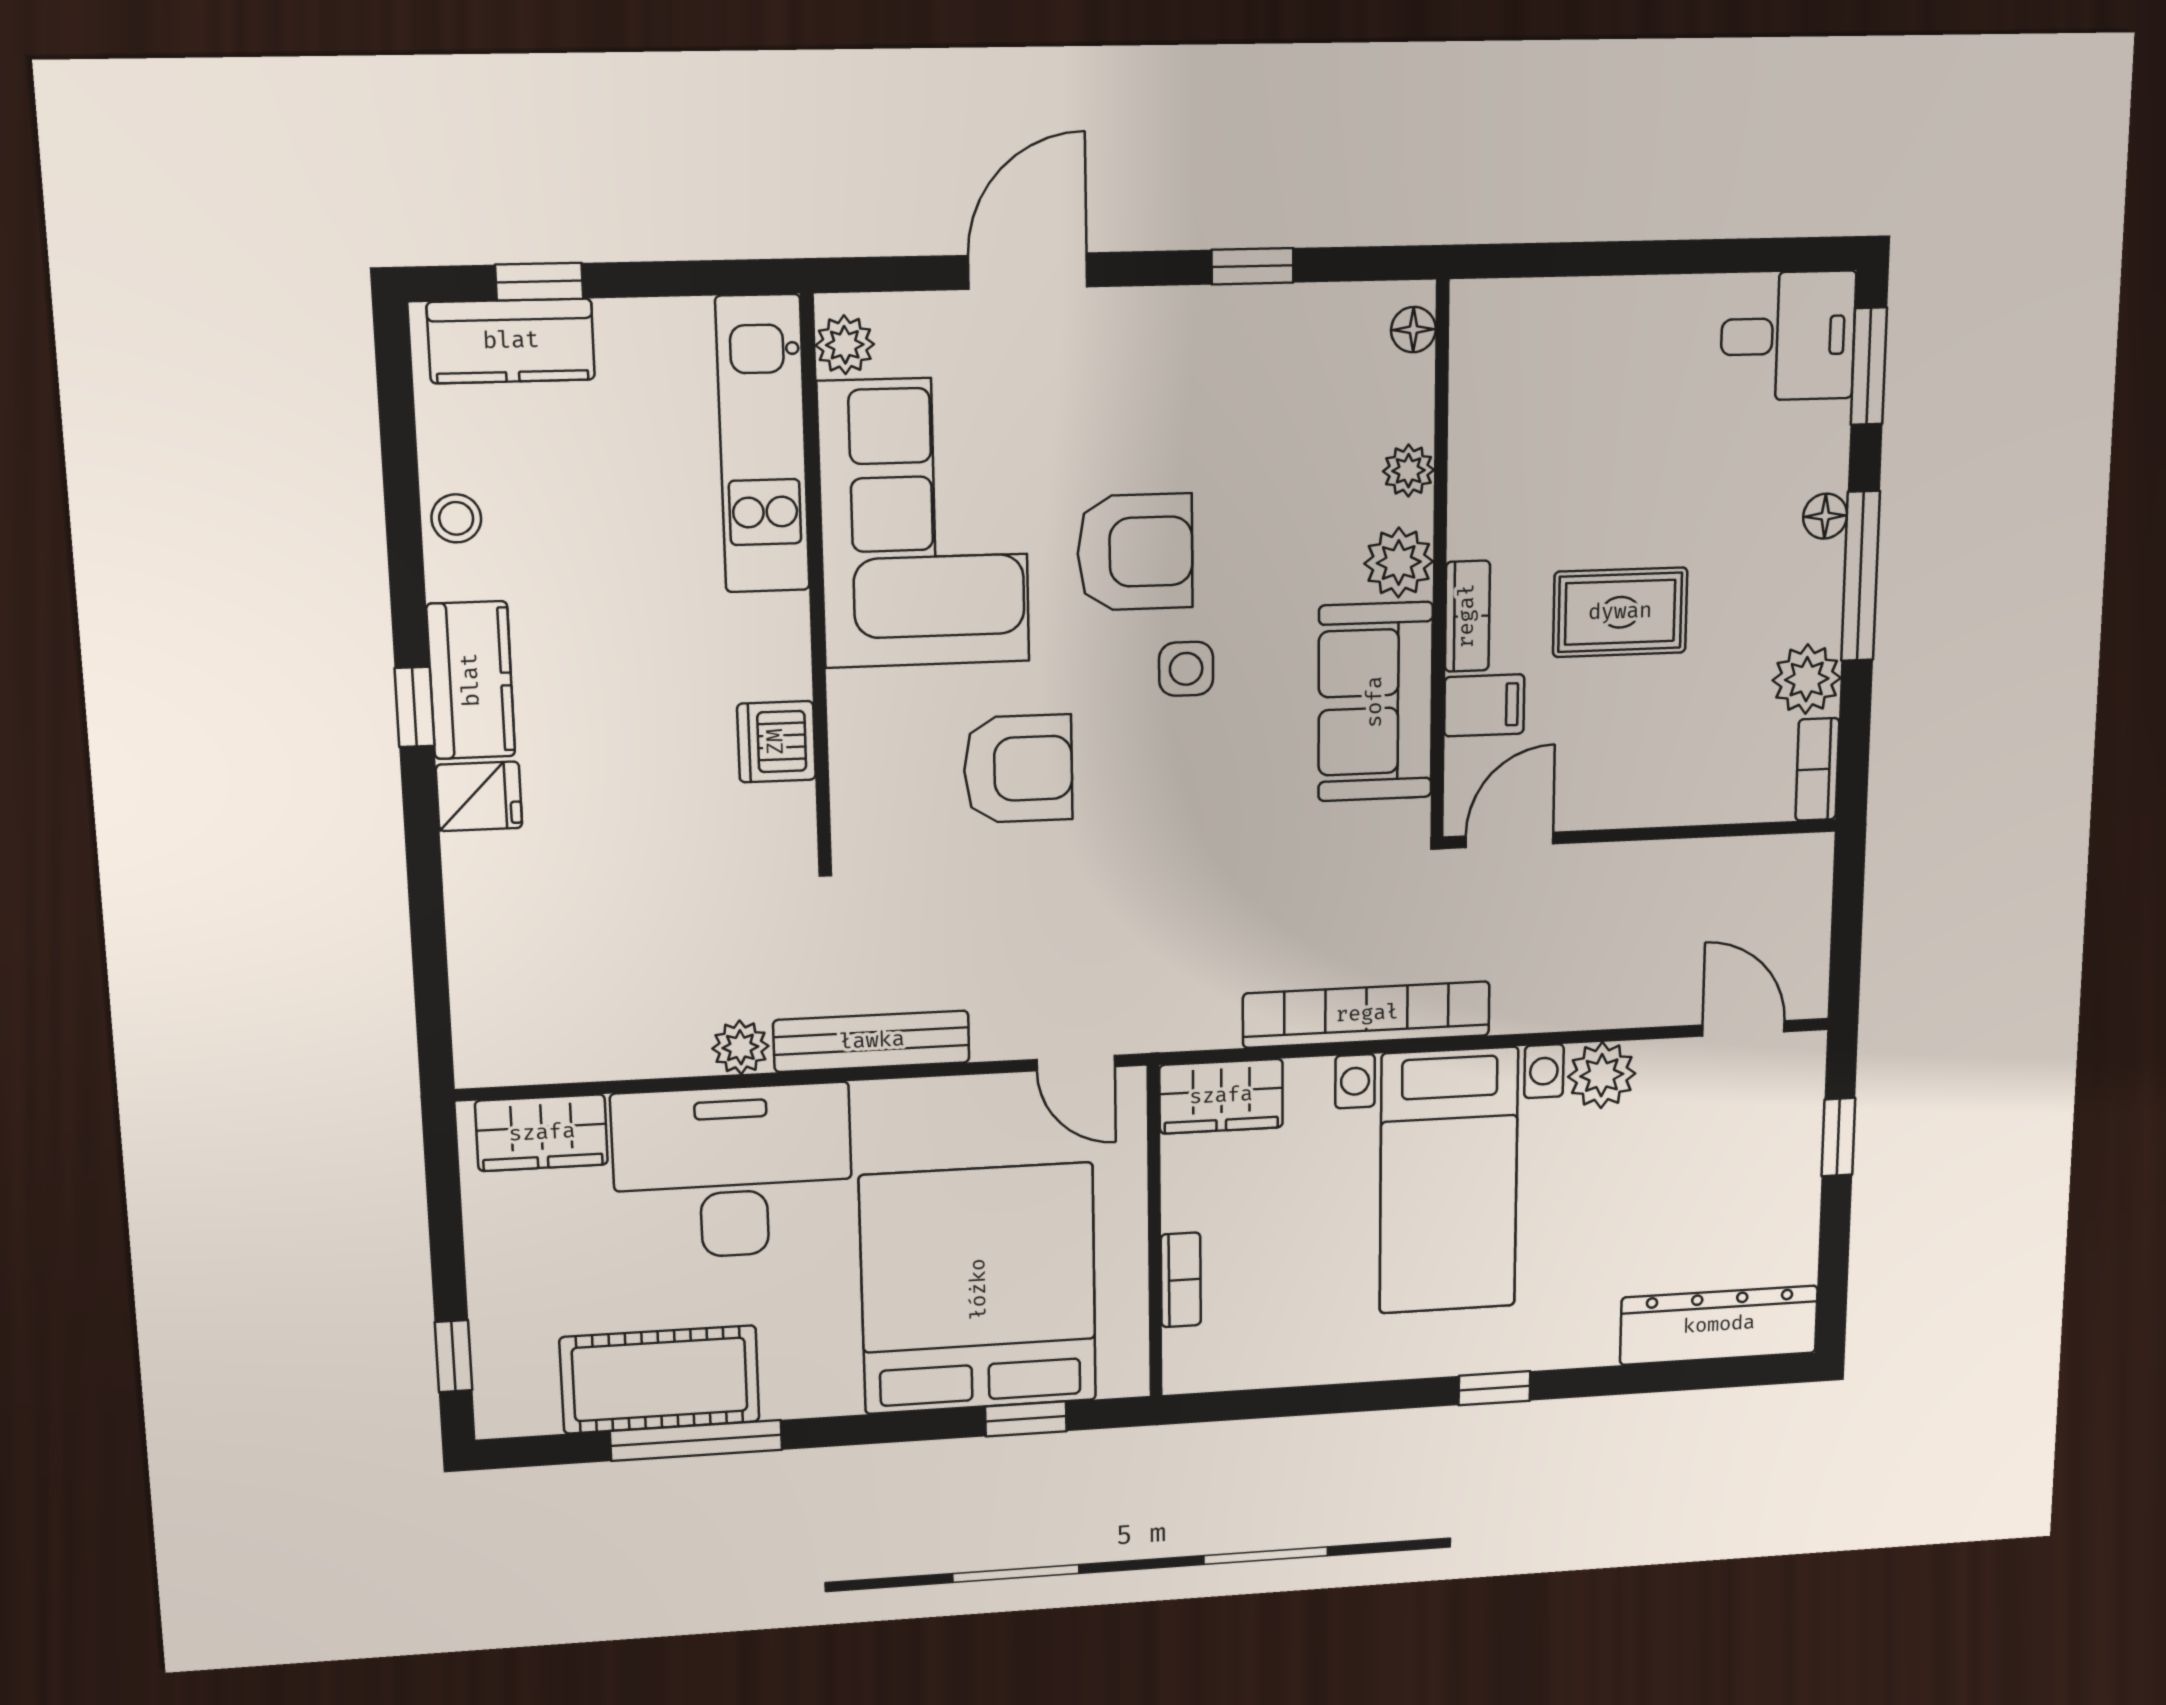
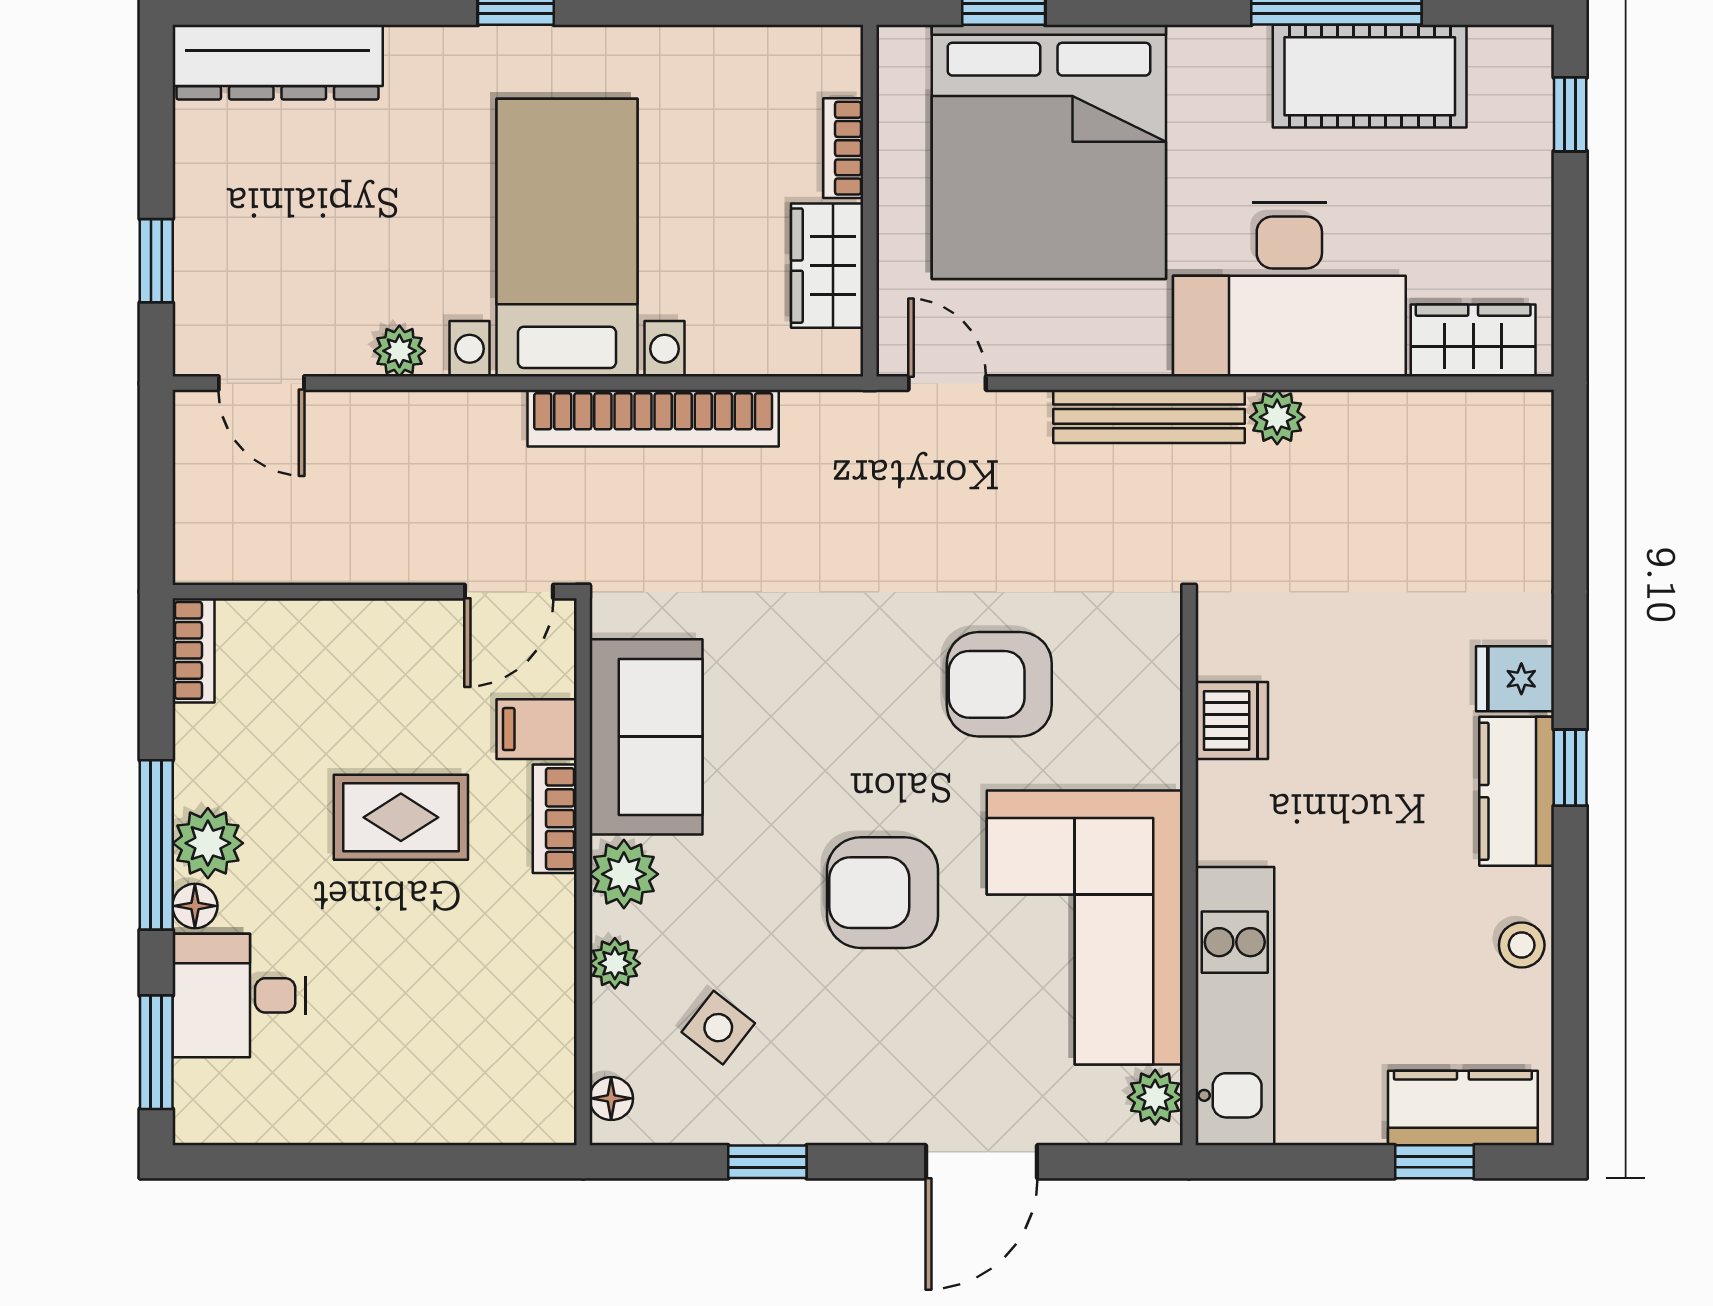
desk: (1788, 336) -> (239, 995), moved
side table: (1186, 669) -> (718, 1028), moved, turned 38
plant: (1807, 679) -> (208, 843), moved
plant: (1602, 1075) -> (399, 351), width x0.73, depth x0.73
wardrobe: (1221, 1096) -> (827, 266), moved, turned -90

